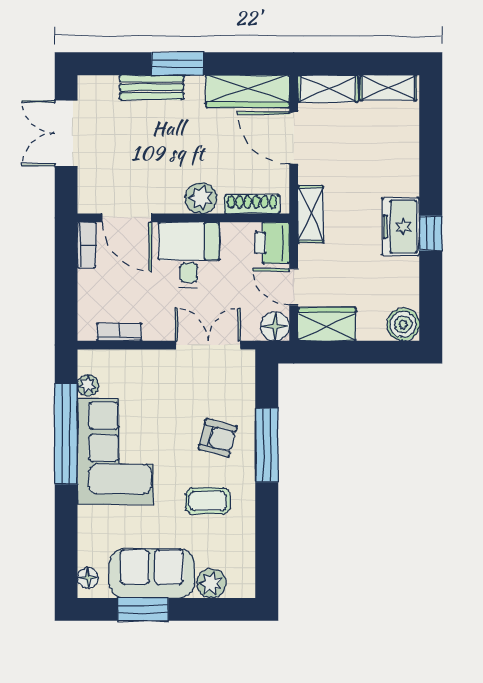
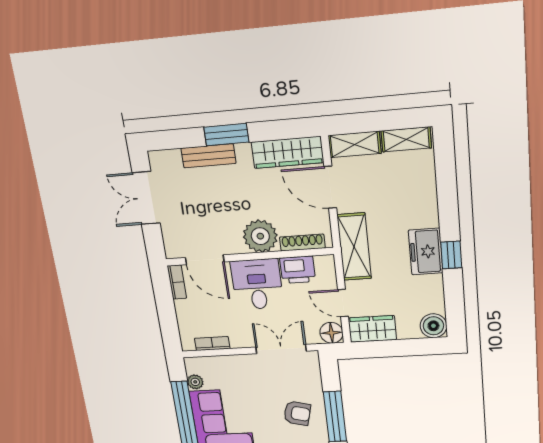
plant: (201, 198) -> (260, 236), width x1.36, depth x1.36
shelving: (311, 214) -> (354, 247), width x1.50, depth x1.33
printer: (272, 243) -> (298, 270), moved, turned -90

